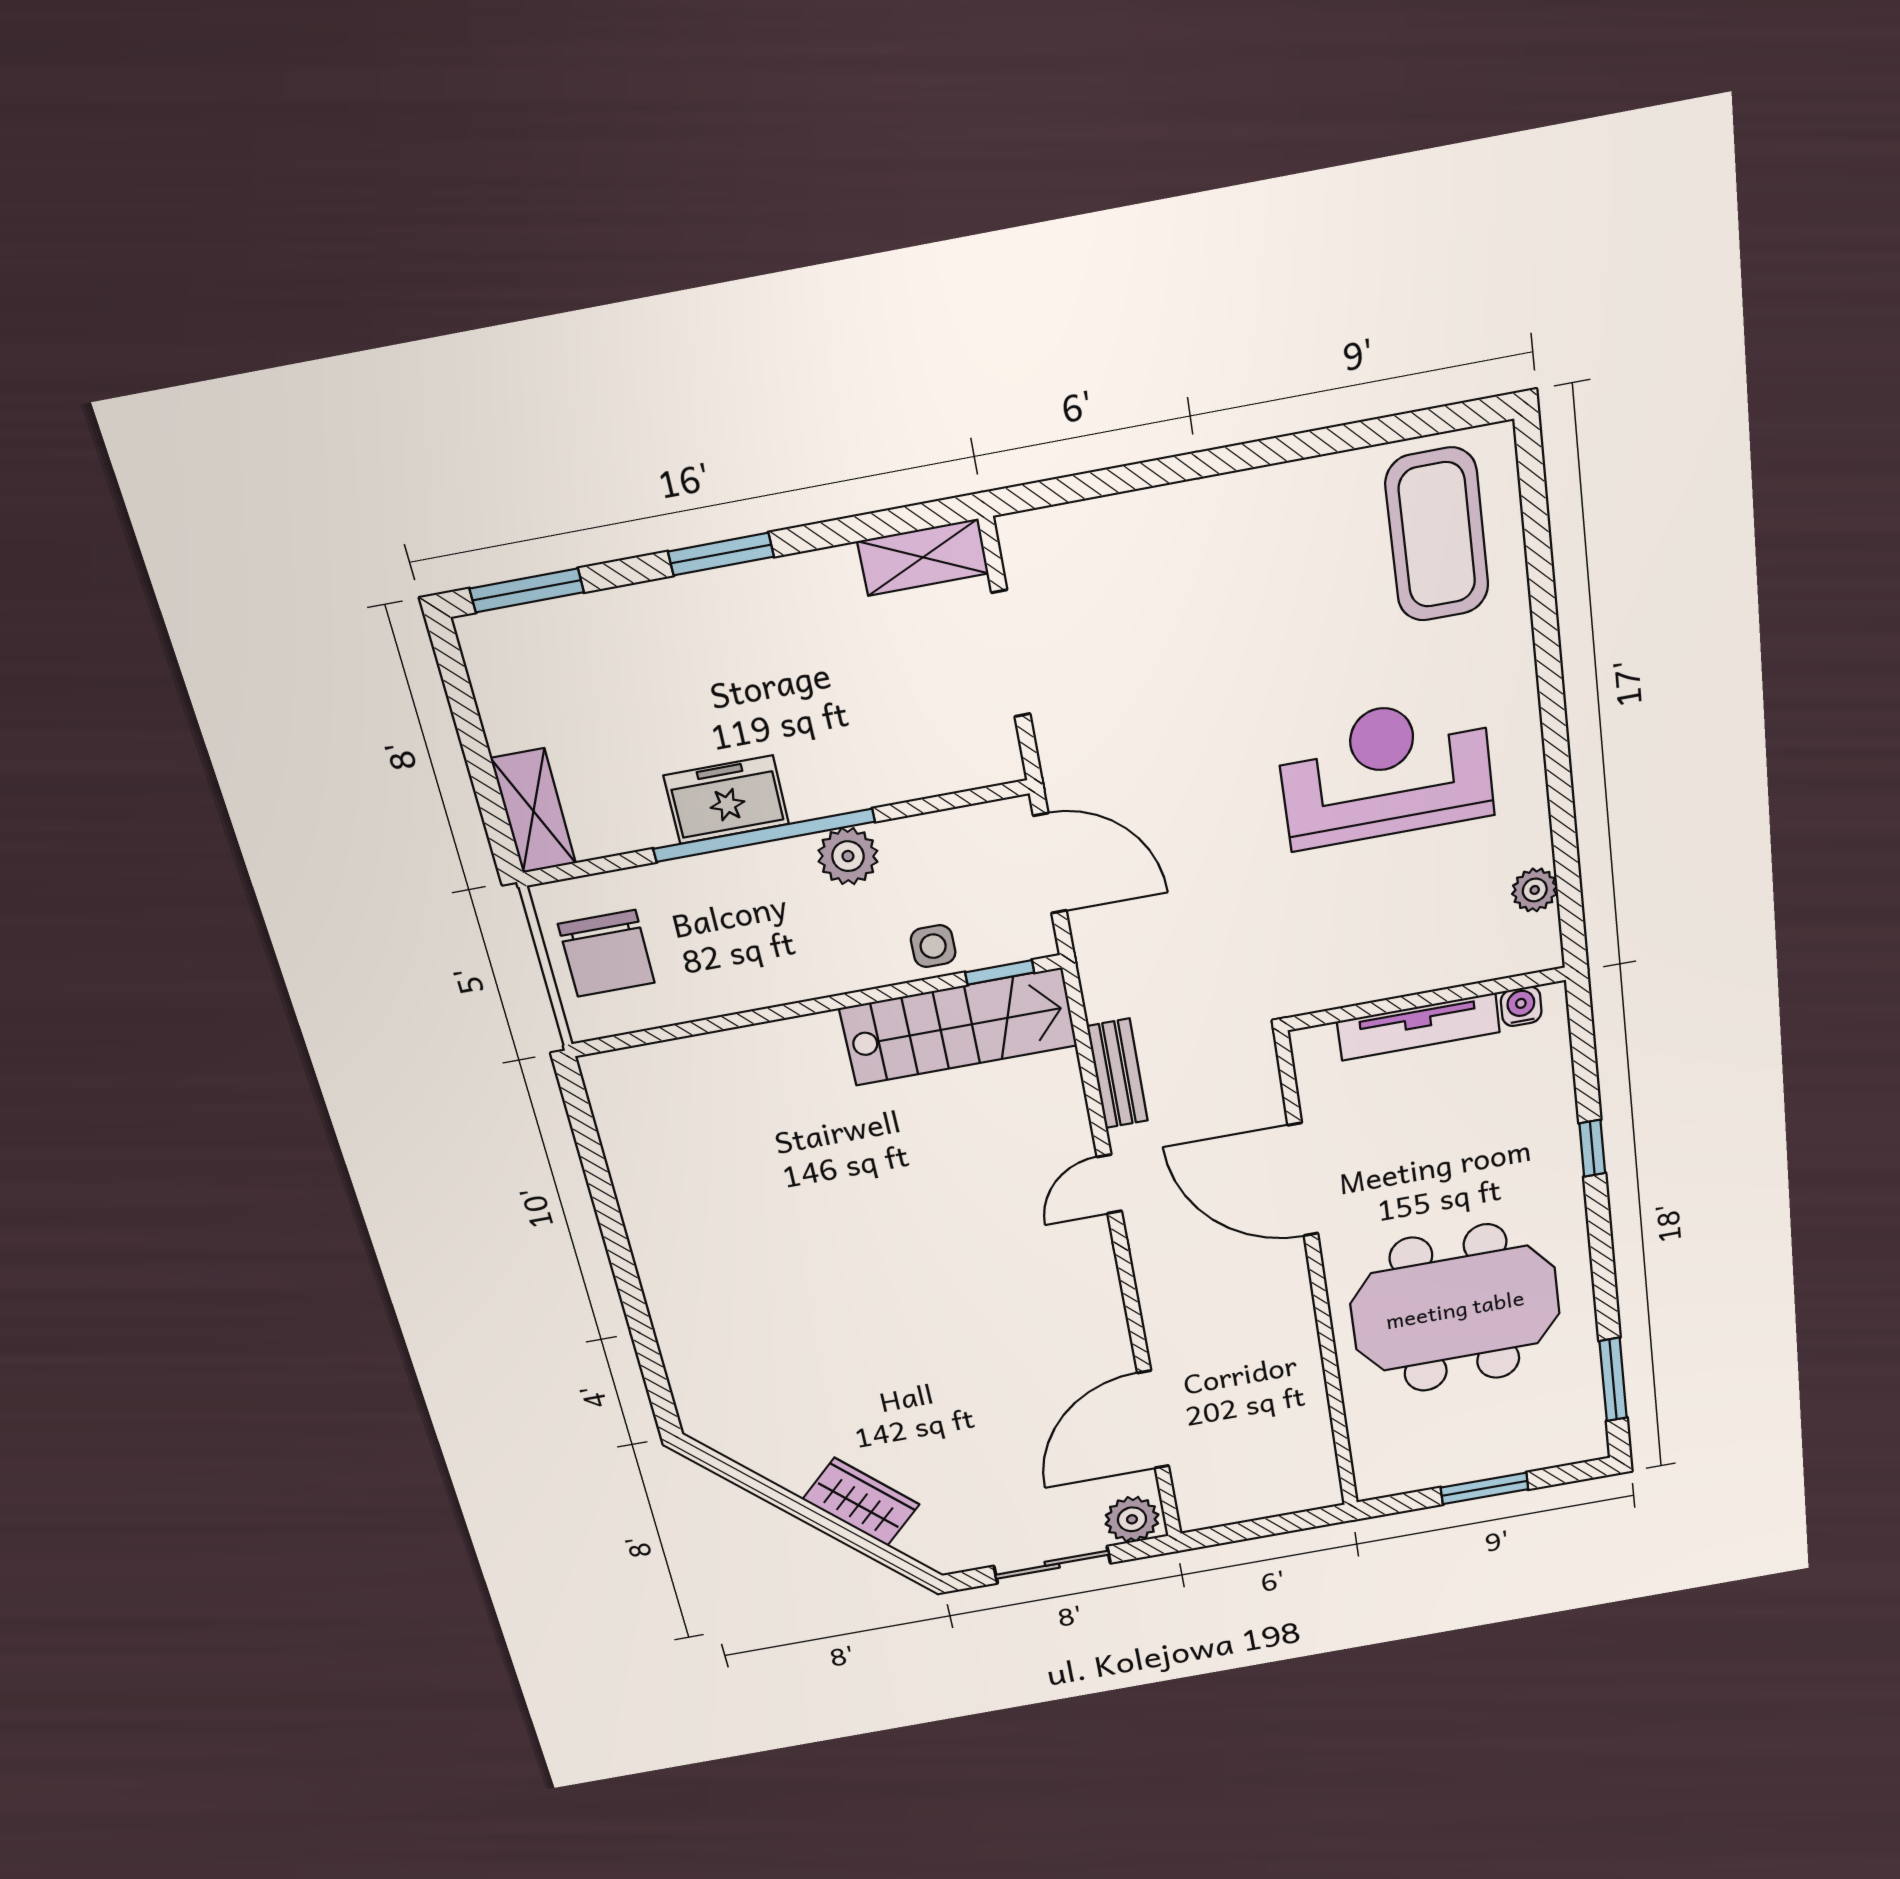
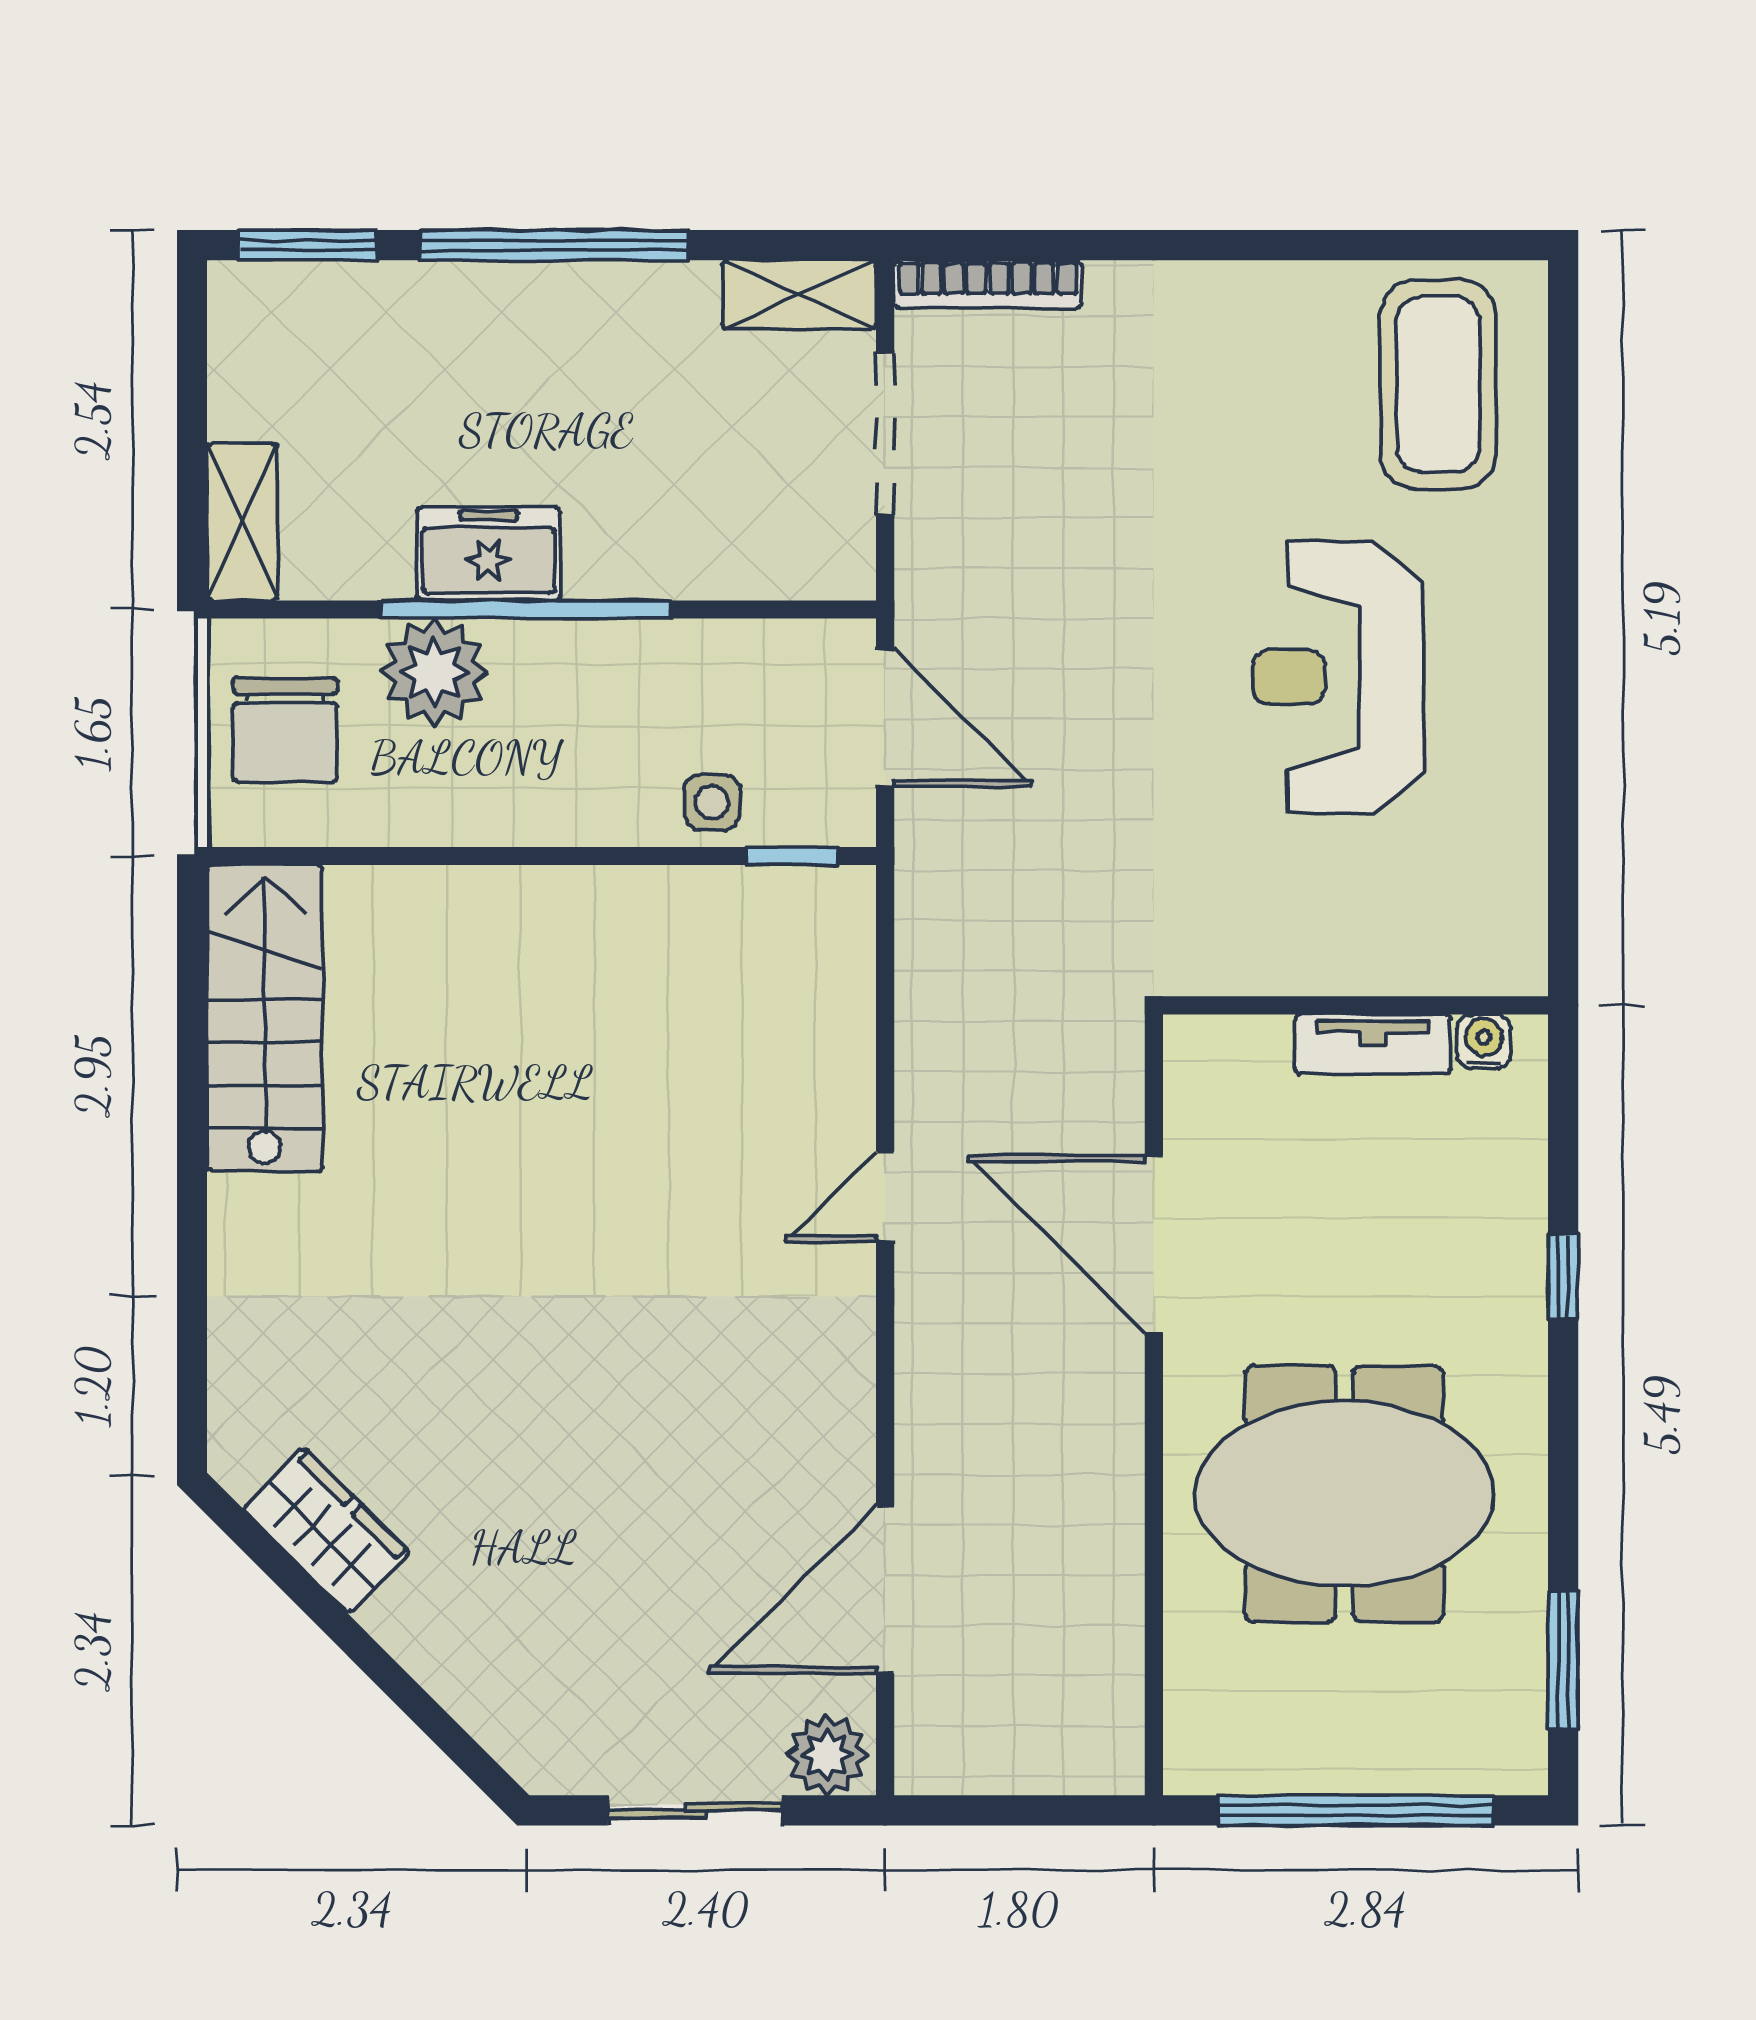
bookcase: (1070, 521) -> (988, 284), added
window: (721, 554) -> (554, 245), width x2.11
reception desk: (1386, 772) -> (1338, 677), turned -90
plant: (848, 856) -> (434, 672), moved, width x1.36, depth x1.36
plant: (1535, 890) -> (1517, 877), removed
stairs: (958, 1027) -> (265, 1018), moved, turned -90
tv unit: (1418, 1027) -> (1373, 1044), width x0.71
bench: (1118, 1074) -> (924, 1033), removed
window: (1484, 1488) -> (1356, 1810), width x2.11
wardrobe: (861, 1502) -> (326, 1531), moved

